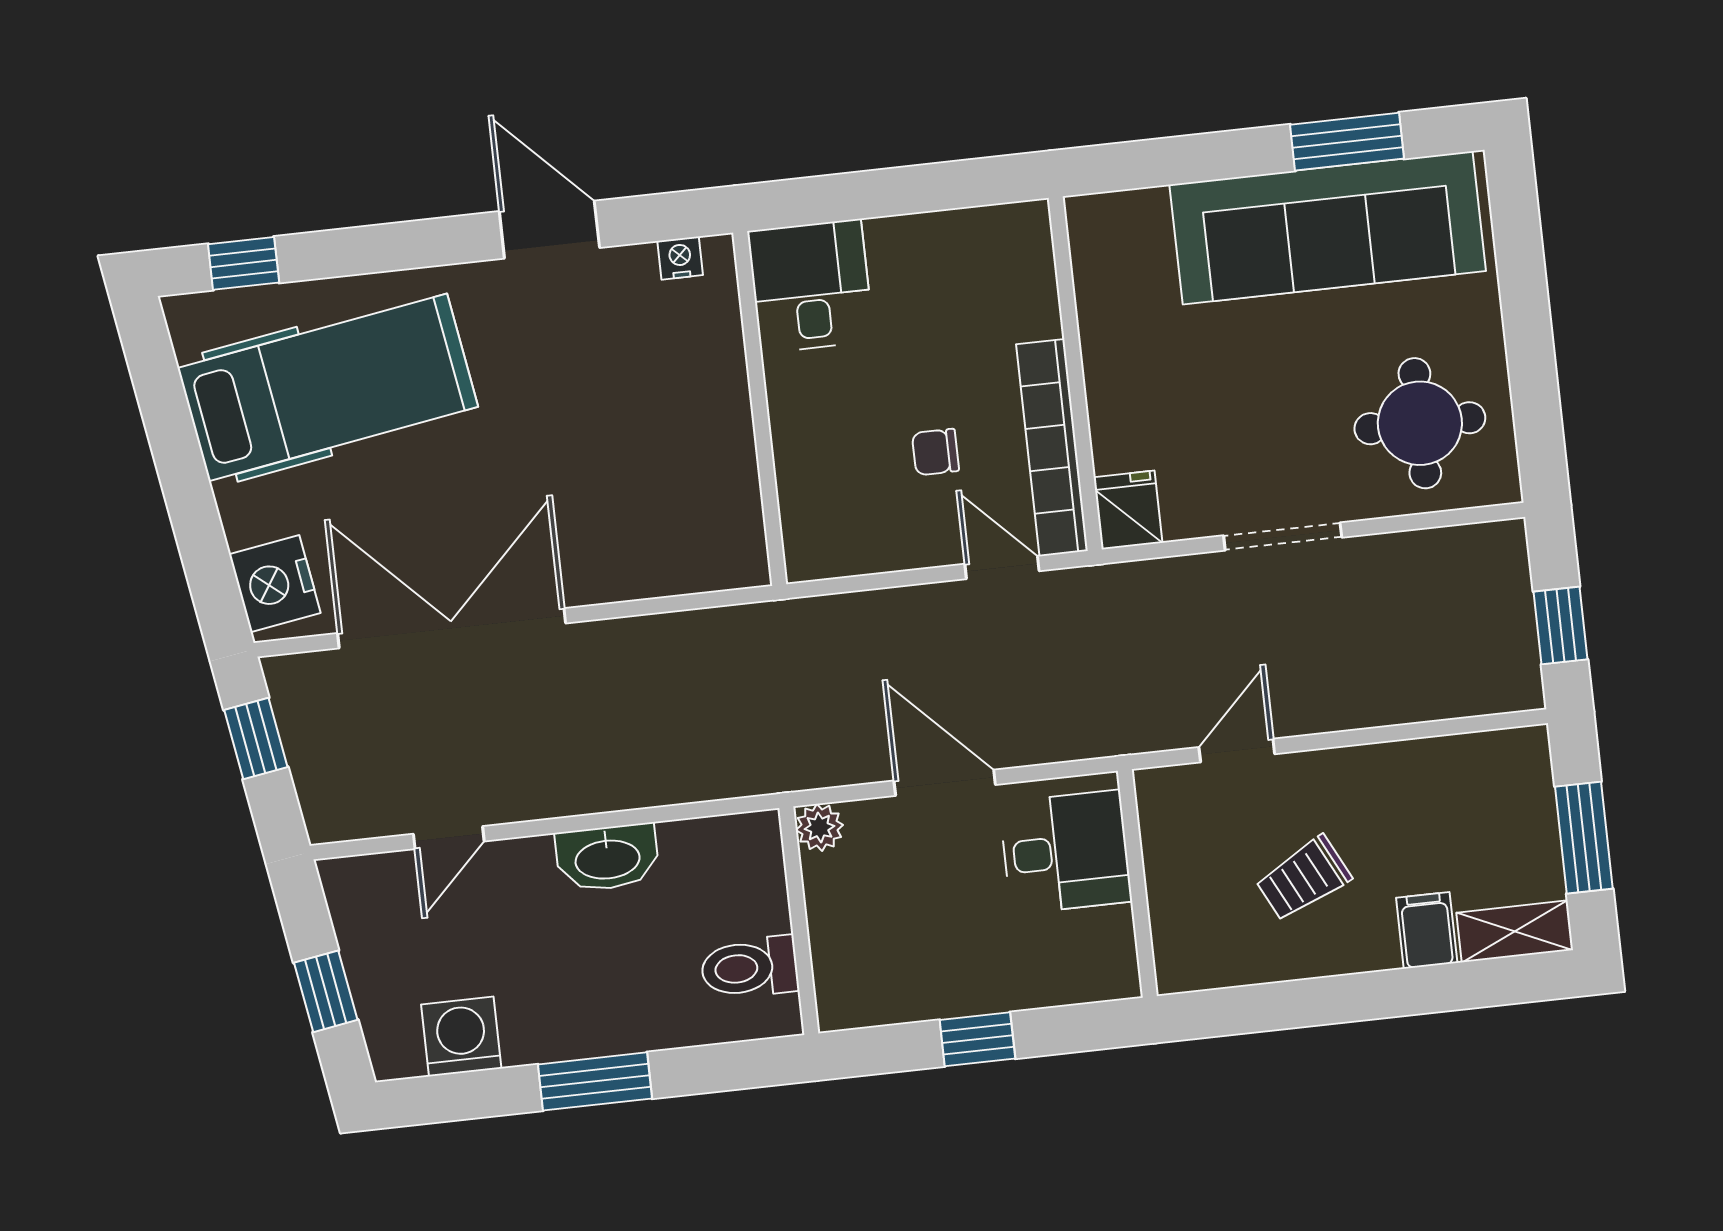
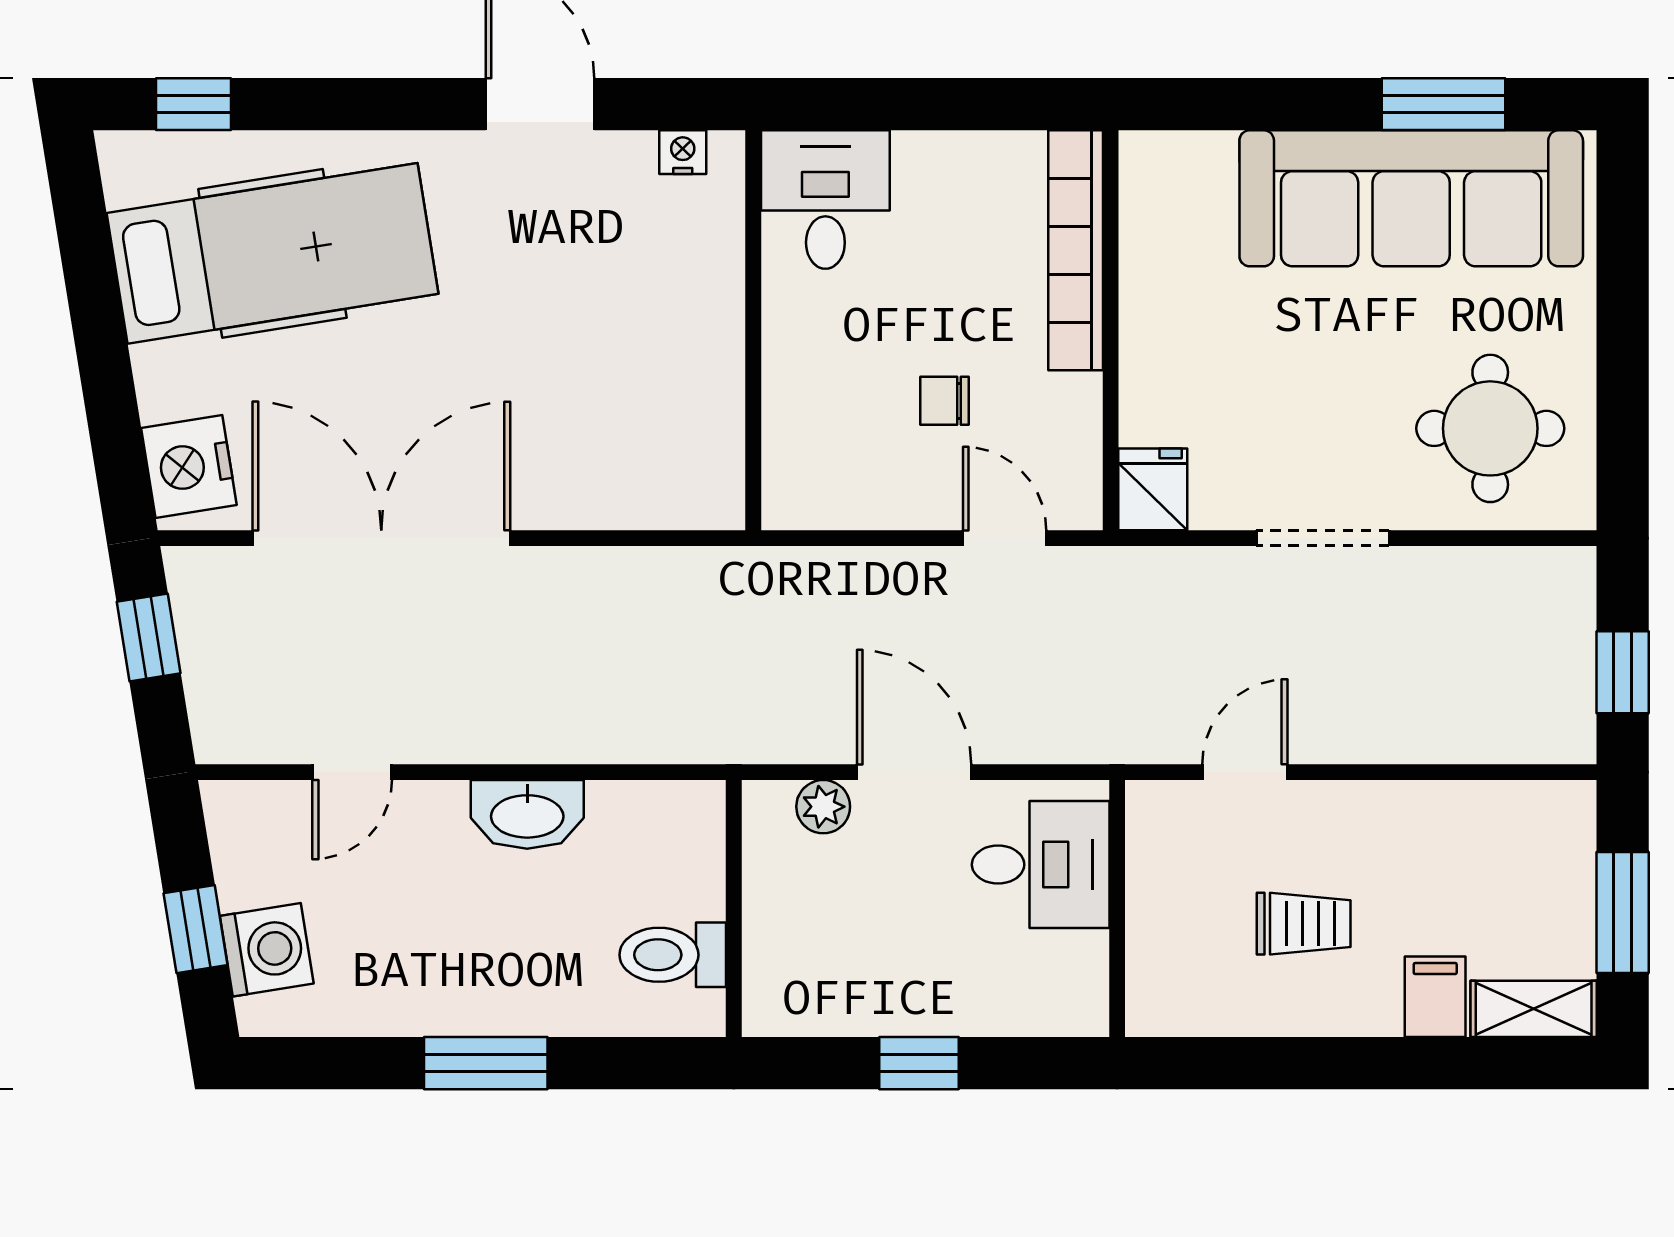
bookcase: (1052, 448) -> (1076, 250), moved
plant: (819, 827) -> (823, 807), moved
trolley: (1303, 879) -> (1304, 924), turned -153
washing machine: (461, 1036) -> (267, 950), moved, turned 81

